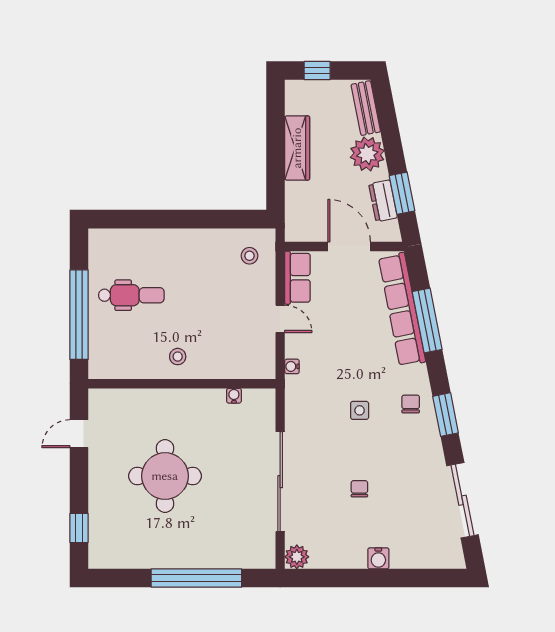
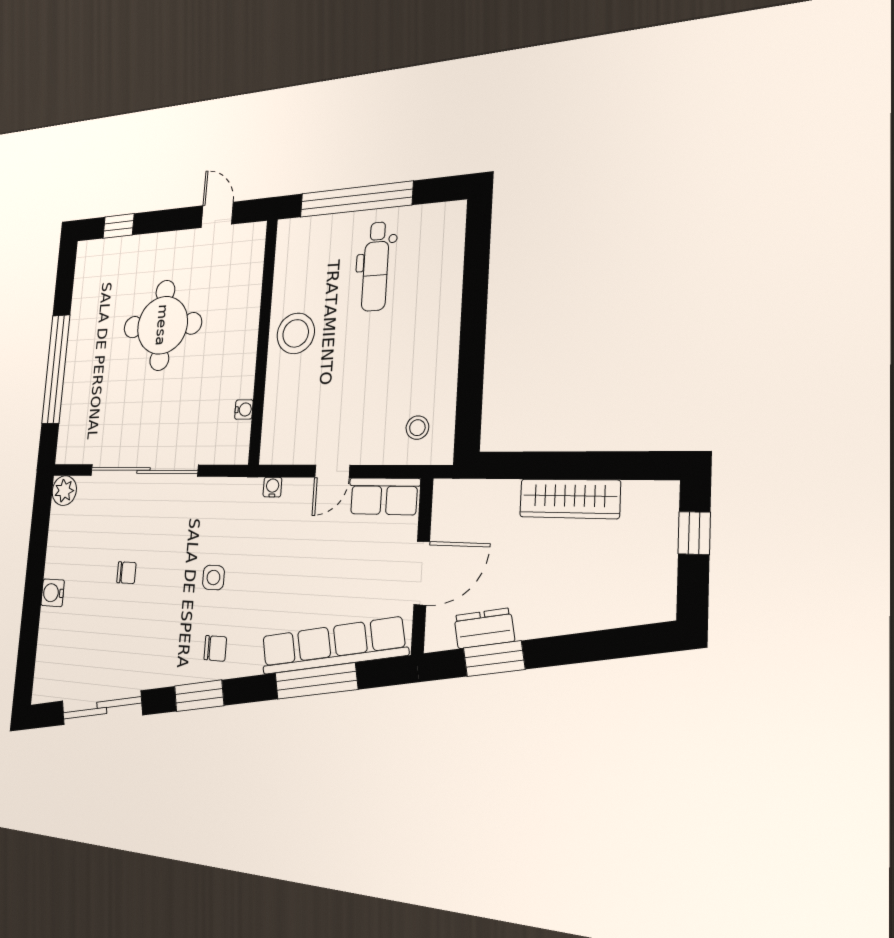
bench: (366, 108) -> (629, 610), removed
plant: (367, 154) -> (556, 608), removed
stool: (178, 357) -> (296, 333), width x1.89, depth x1.89

